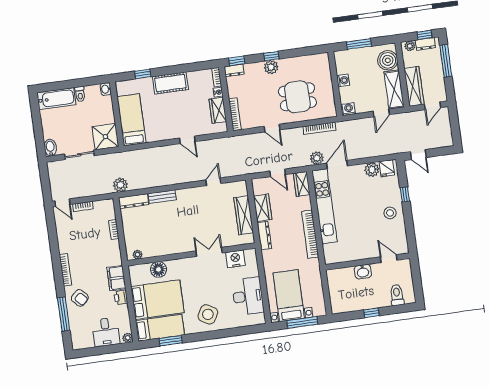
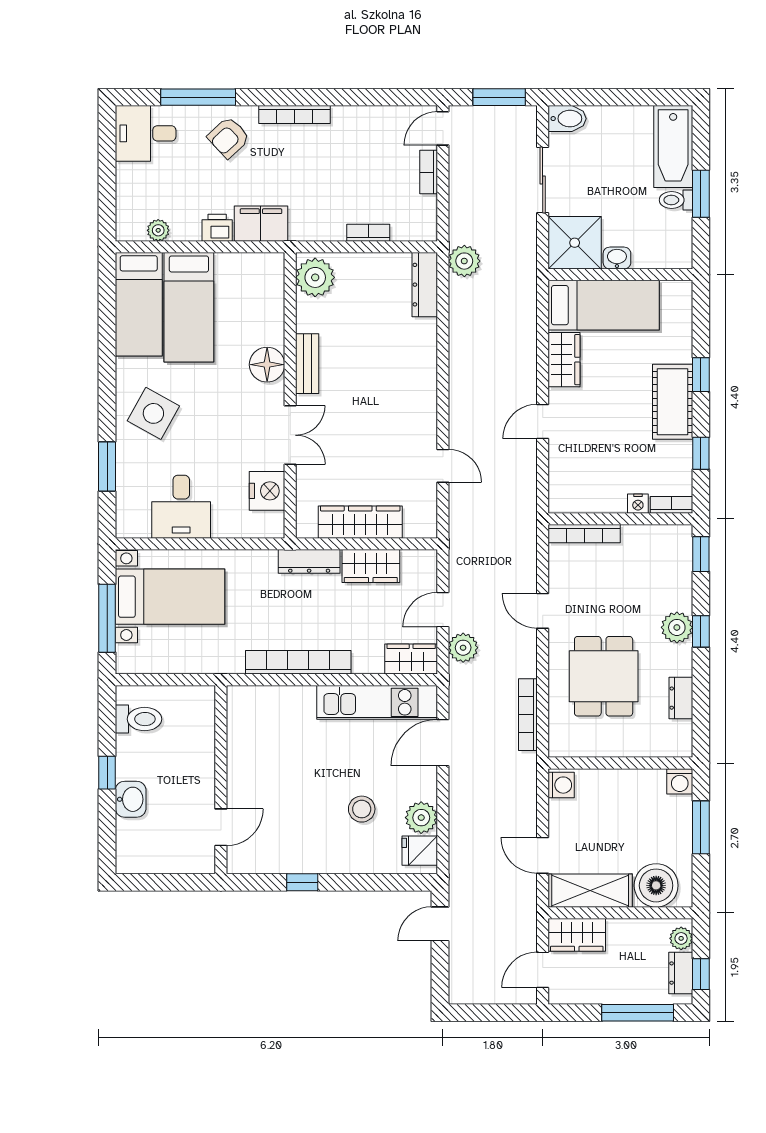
window: (192, 67) -> (701, 453), added
dresser: (234, 70) -> (681, 698), moved
window: (143, 74) -> (701, 375), moved
washing machine: (343, 80) -> (680, 781), moved
window: (76, 83) -> (701, 194), added
wardrobe: (414, 86) -> (577, 935), width x0.67
washbasin: (106, 89) -> (617, 258), moved
door: (433, 106) -> (543, 970), hinge flipped
wardrobe: (218, 110) -> (564, 360), moved, turned 90
door: (272, 128) -> (543, 611), hinge flipped
plant: (317, 158) -> (463, 648), moved
door: (337, 165) -> (443, 743), swing flipped
window: (45, 179) -> (499, 97), added
window: (405, 194) -> (302, 882), moved
bench: (162, 197) -> (307, 364), moved
kitchen unit: (324, 206) -> (377, 702), width x0.73
stool: (390, 213) -> (362, 809), moved
plant: (138, 255) -> (315, 277), width x1.88, depth x1.88
floor lamp: (158, 269) -> (267, 365), moved
washbasin: (363, 272) -> (131, 799), moved, turned 180
toilet: (397, 295) -> (138, 719), moved
desk: (248, 296) -> (181, 507), width x0.73
bed: (157, 300) -> (189, 307), width x0.67
desk: (106, 332) -> (146, 133), moved
plant: (128, 338) -> (158, 230), moved
window: (171, 341) -> (107, 467), moved

